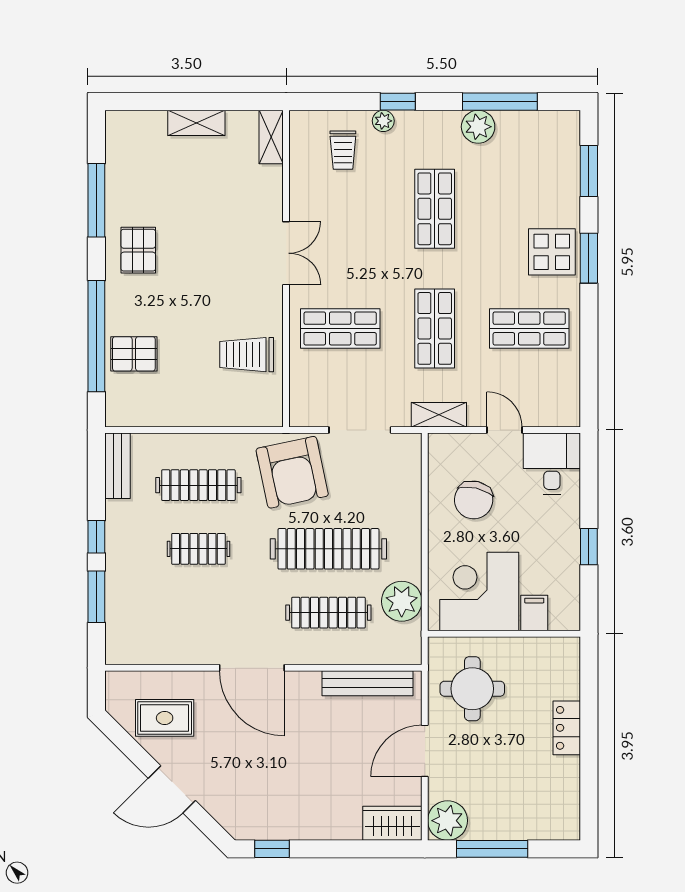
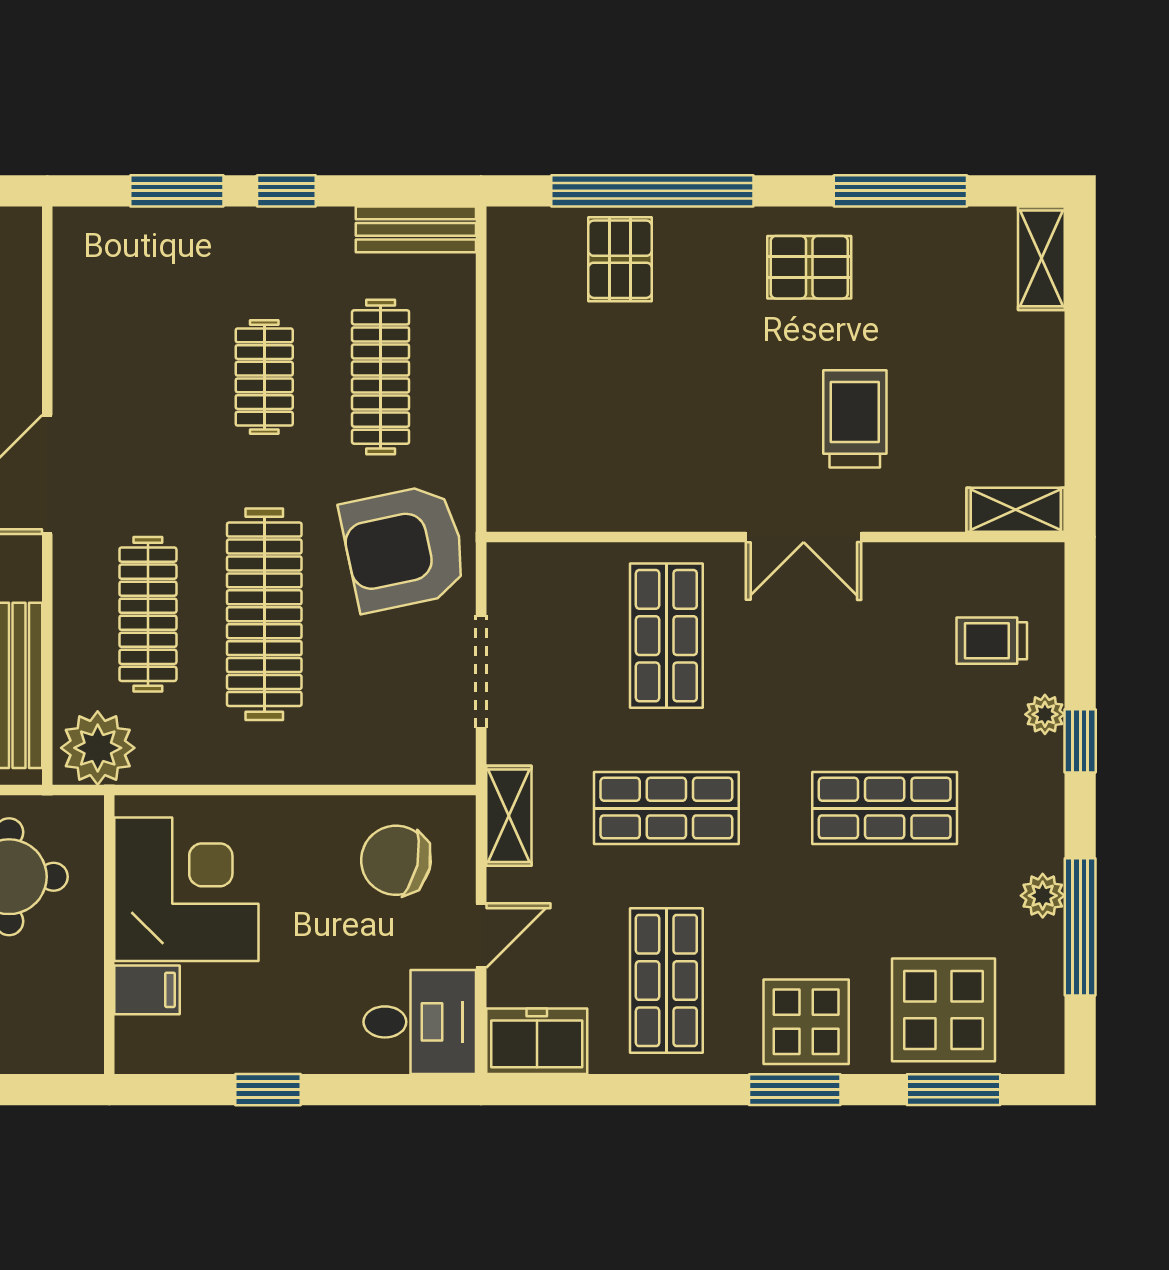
shelving: (196, 123) -> (1041, 258), moved
plant: (478, 127) -> (1043, 896), width x0.73, depth x0.73
display table: (545, 177) -> (943, 1010), added
trolley: (247, 355) -> (855, 419), moved
freezer: (562, 399) -> (537, 1041), added
chair: (474, 500) -> (396, 860), moved
plant: (402, 601) -> (98, 748), moved

